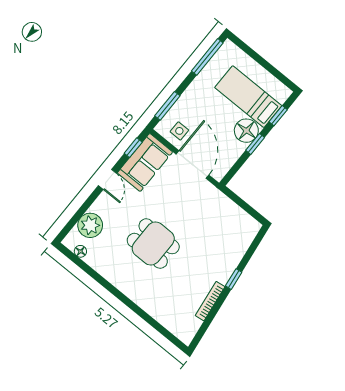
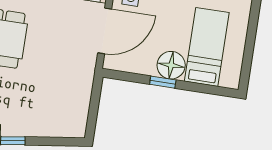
window: (278, 116) -> (205, 89), removed

